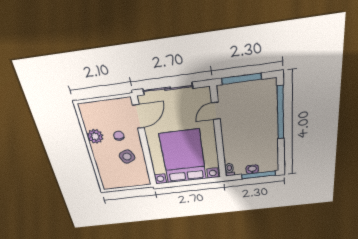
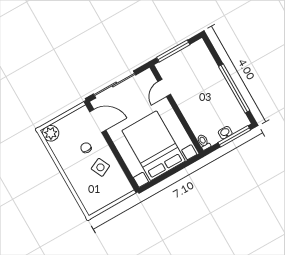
window: (280, 113) -> (234, 88), moved
door: (138, 116) -> (98, 121), hinge flipped
plant: (95, 136) -> (51, 133), moved

